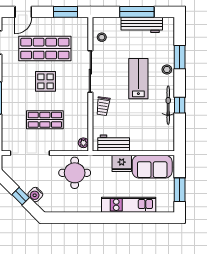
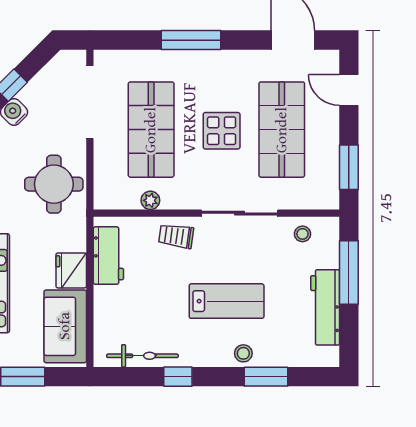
window: (137, 12) -> (349, 272), moved
bicycle: (168, 105) -> (142, 356), moved
shop shelf: (45, 120) -> (151, 130), width x1.43, depth x1.36
plant: (83, 143) -> (150, 200), moved

